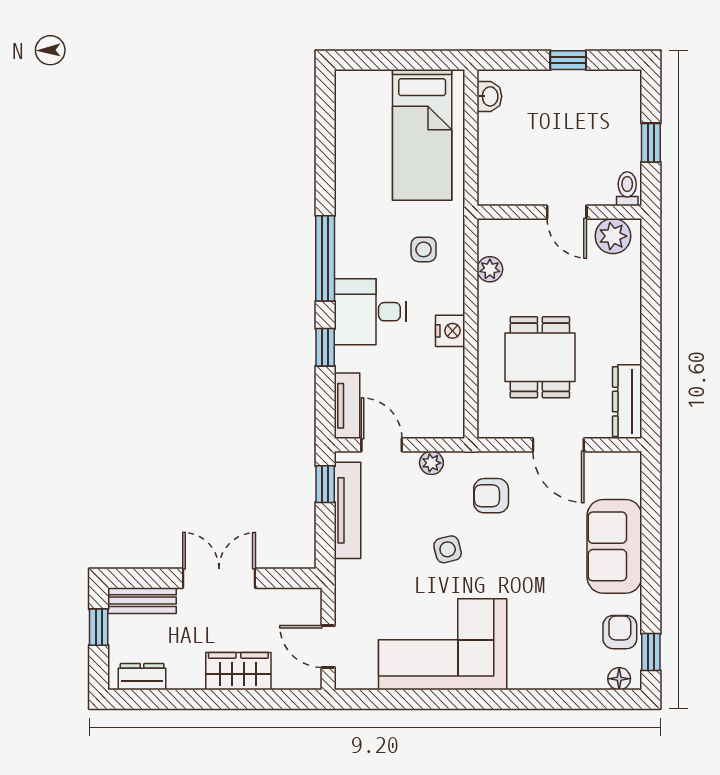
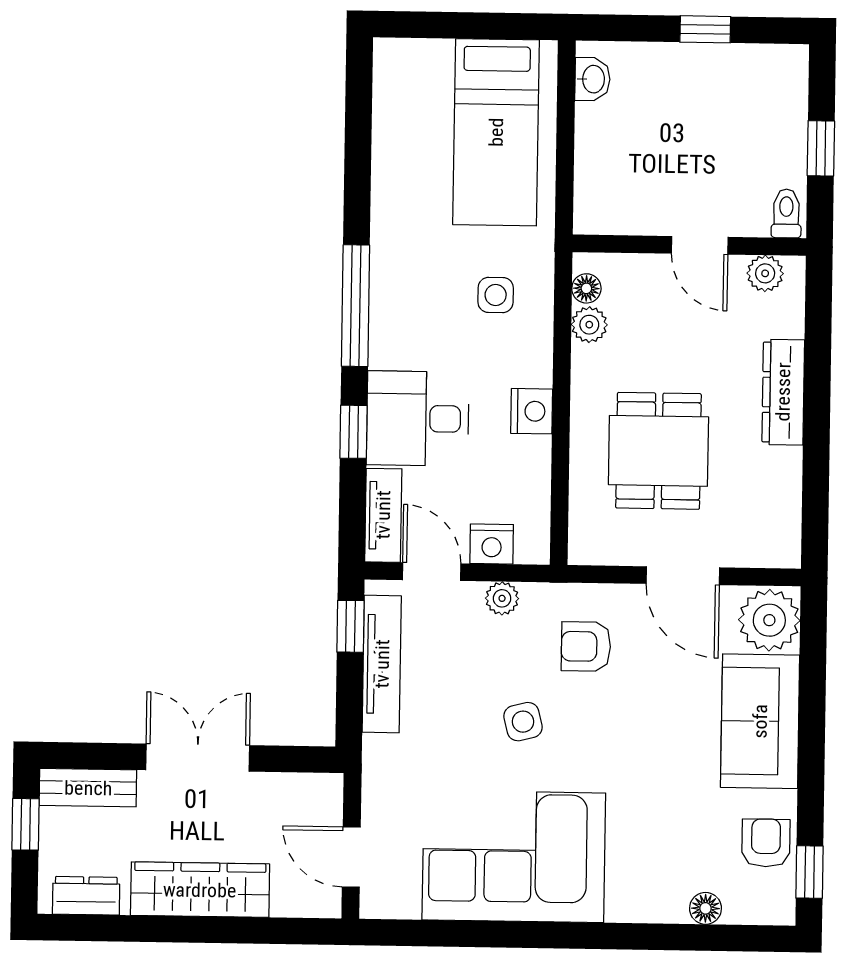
plant: (613, 236) -> (765, 273), width x0.73, depth x0.73
floor lamp: (487, 244) -> (586, 288), added
desk: (370, 312) -> (418, 418), moved
dresser: (627, 402) -> (783, 392), moved
nightstand: (424, 425) -> (492, 544), added
plant: (620, 475) -> (769, 620), added
wardrobe: (238, 671) -> (200, 890), width x1.50
floor lamp: (619, 679) -> (706, 908), moved

